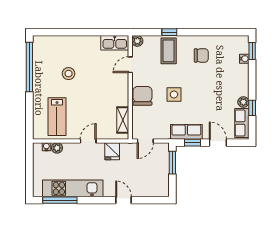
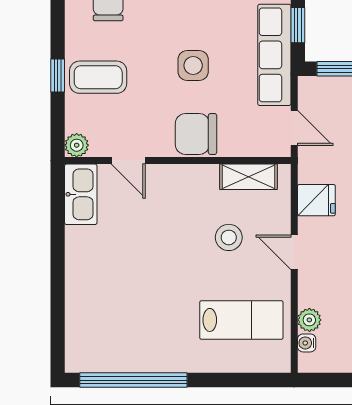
stool: (69, 74) -> (229, 237), moved
row of seats: (186, 132) -> (274, 55), width x1.48

